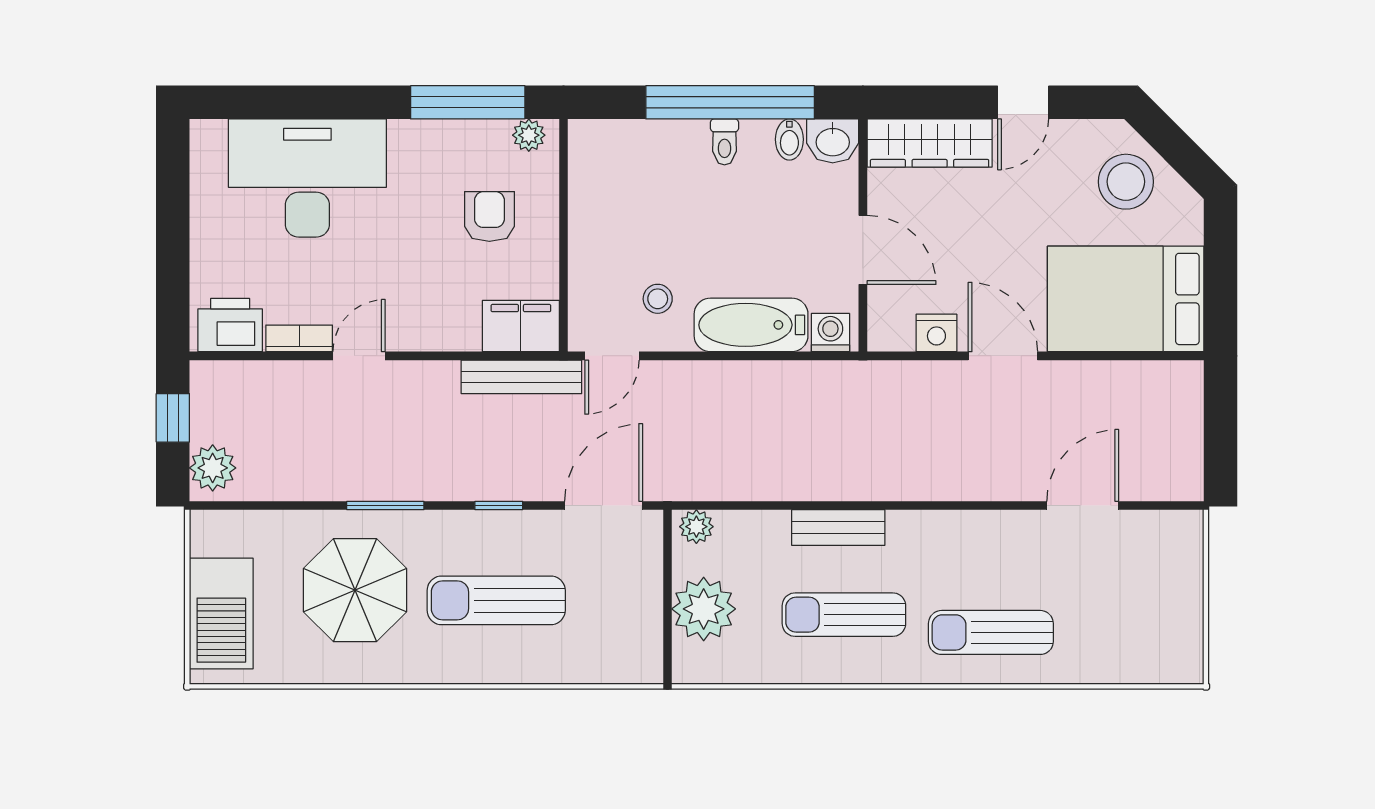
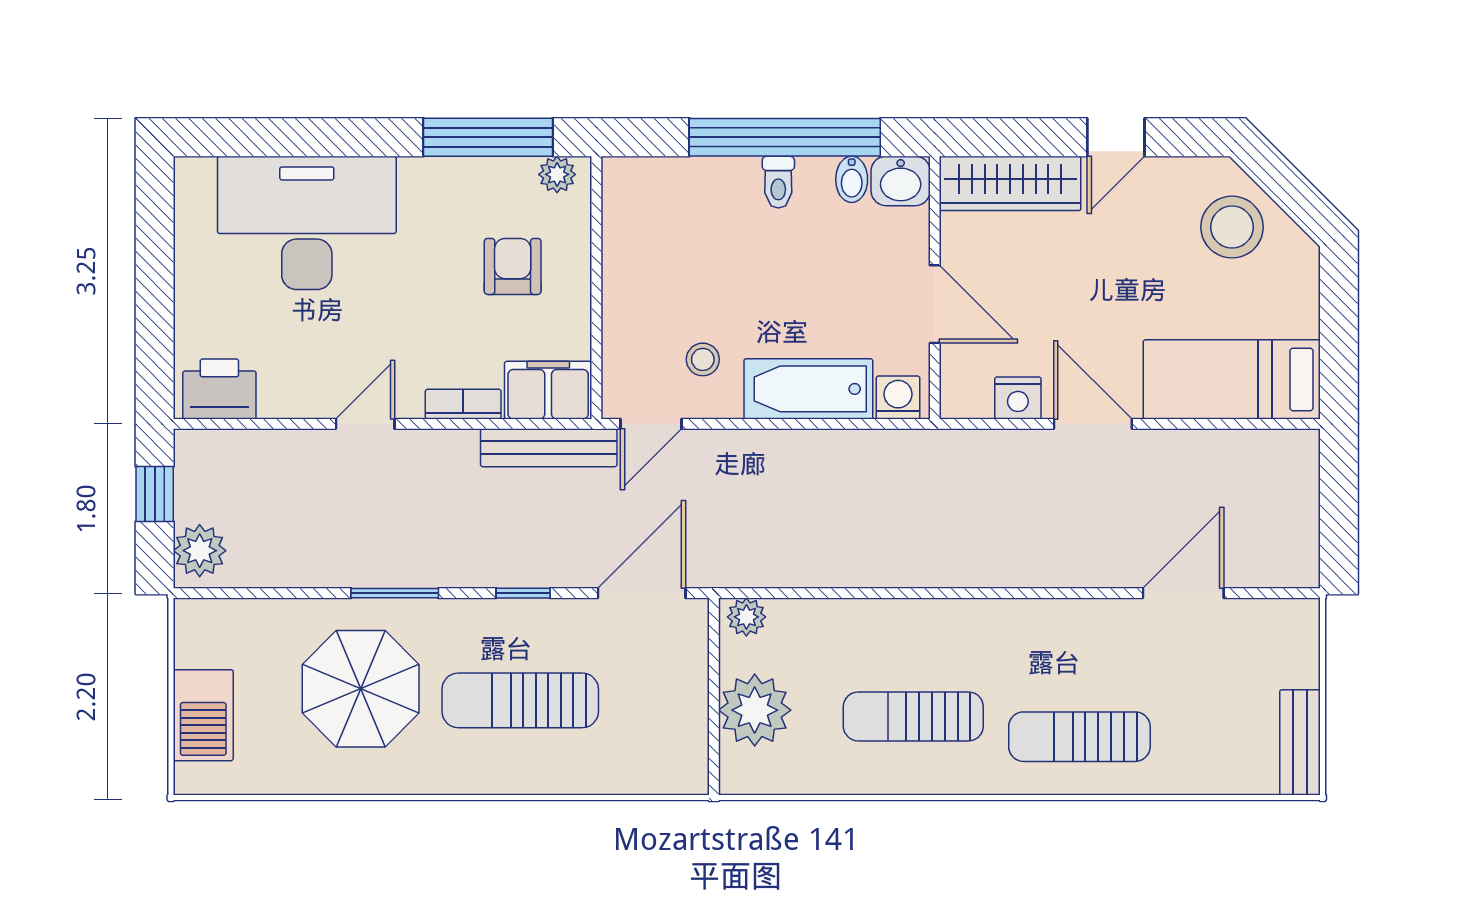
bed: (1126, 299) -> (1232, 379), width x0.67
bookcase: (299, 338) -> (463, 404), moved
bench: (838, 527) -> (1300, 742), moved, turned 90
barbecue: (221, 614) -> (203, 715), width x0.73, depth x0.83

